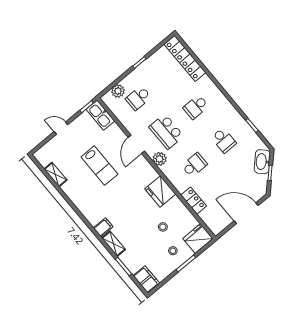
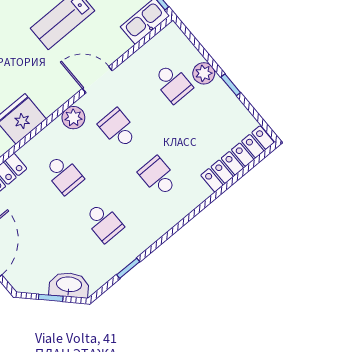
plant: (118, 91) -> (204, 73), moved
school desk: (138, 98) -> (173, 83), turned 180
school desk: (166, 132) -> (118, 129), width x0.54
school desk: (224, 140) -> (104, 222), turned -90

